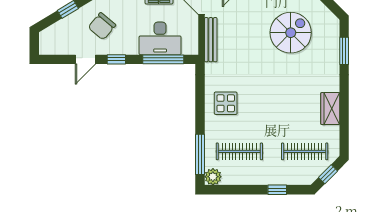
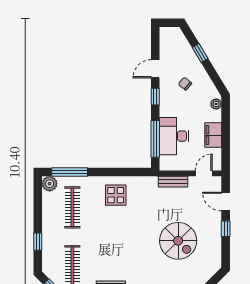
chair: (102, 26) -> (185, 84), width x0.54, depth x0.54
spiral stairs: (291, 33) -> (178, 241), moved
bench: (211, 40) -> (173, 182), width x0.73
door: (85, 59) -> (155, 69), hinge flipped

